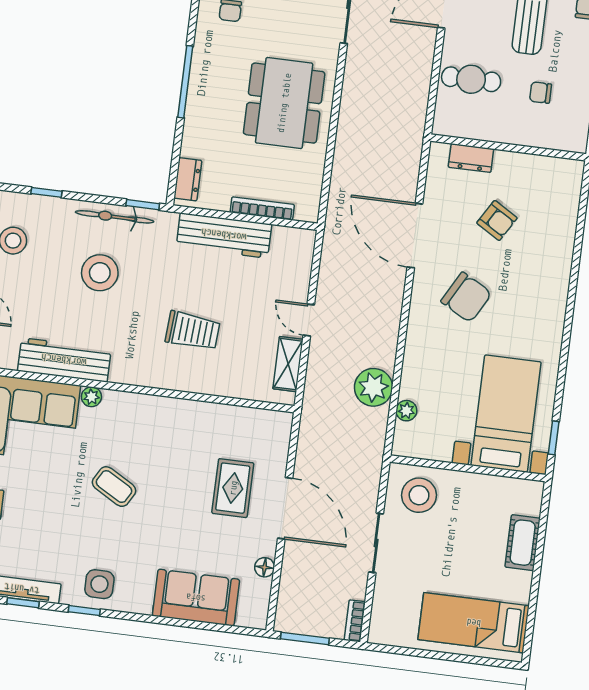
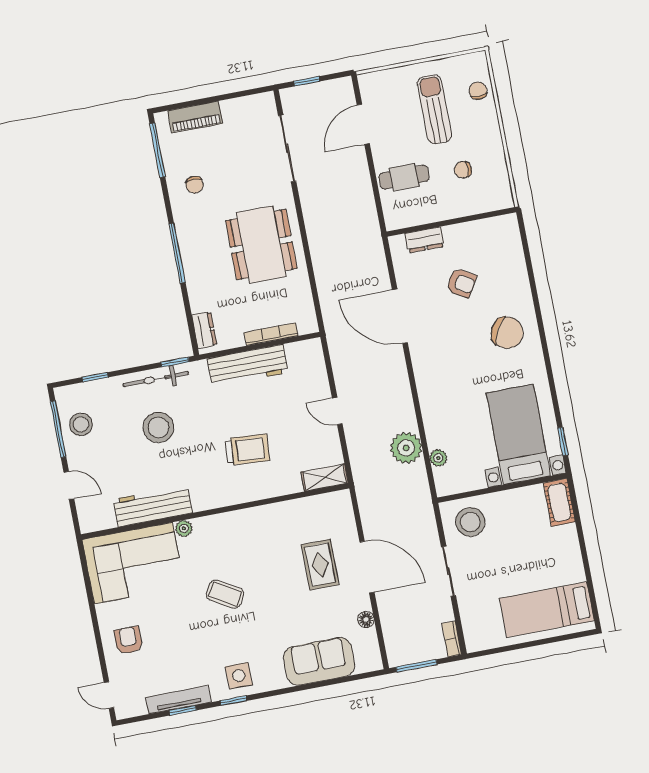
chair: (466, 297) -> (507, 333), moved
shelving: (288, 364) -> (325, 478), moved, turned 90
cot: (523, 543) -> (559, 502), moved

